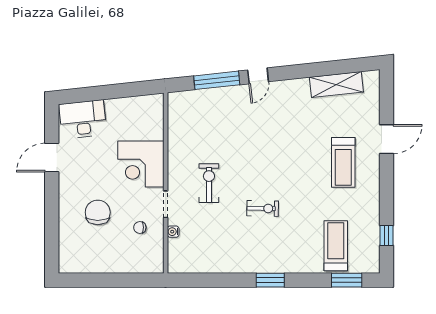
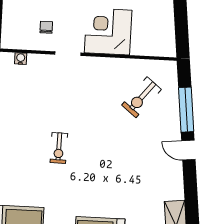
exercise bike: (209, 183) -> (142, 97), moved, turned 129
water cooler: (173, 232) -> (21, 59), moved

